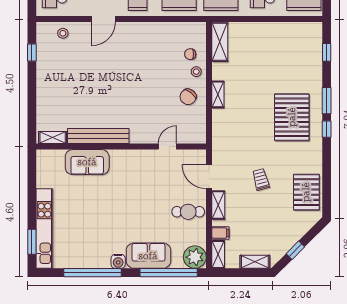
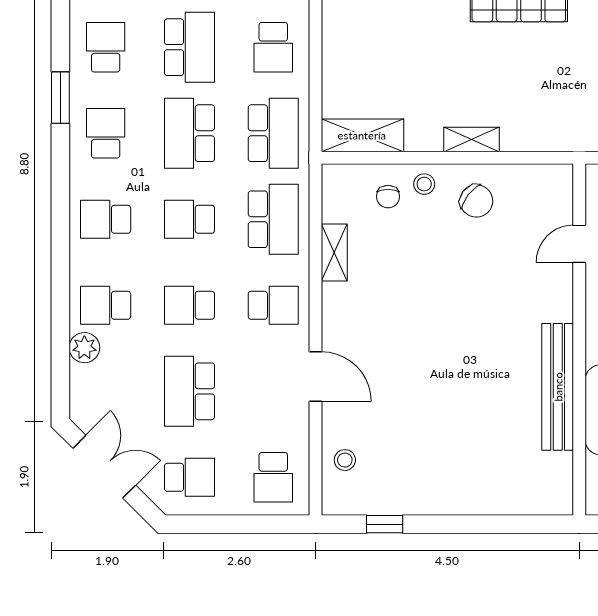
shelving: (53, 138) -> (334, 252), moved
door: (167, 147) -> (579, 244), hinge flipped

